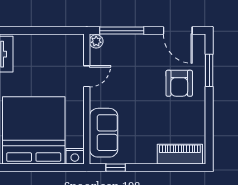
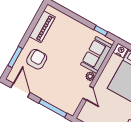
plant: (96, 41) -> (90, 76), moved
door: (87, 76) -> (88, 93), swing flipped
piano: (180, 154) -> (42, 27), moved, turned -90

